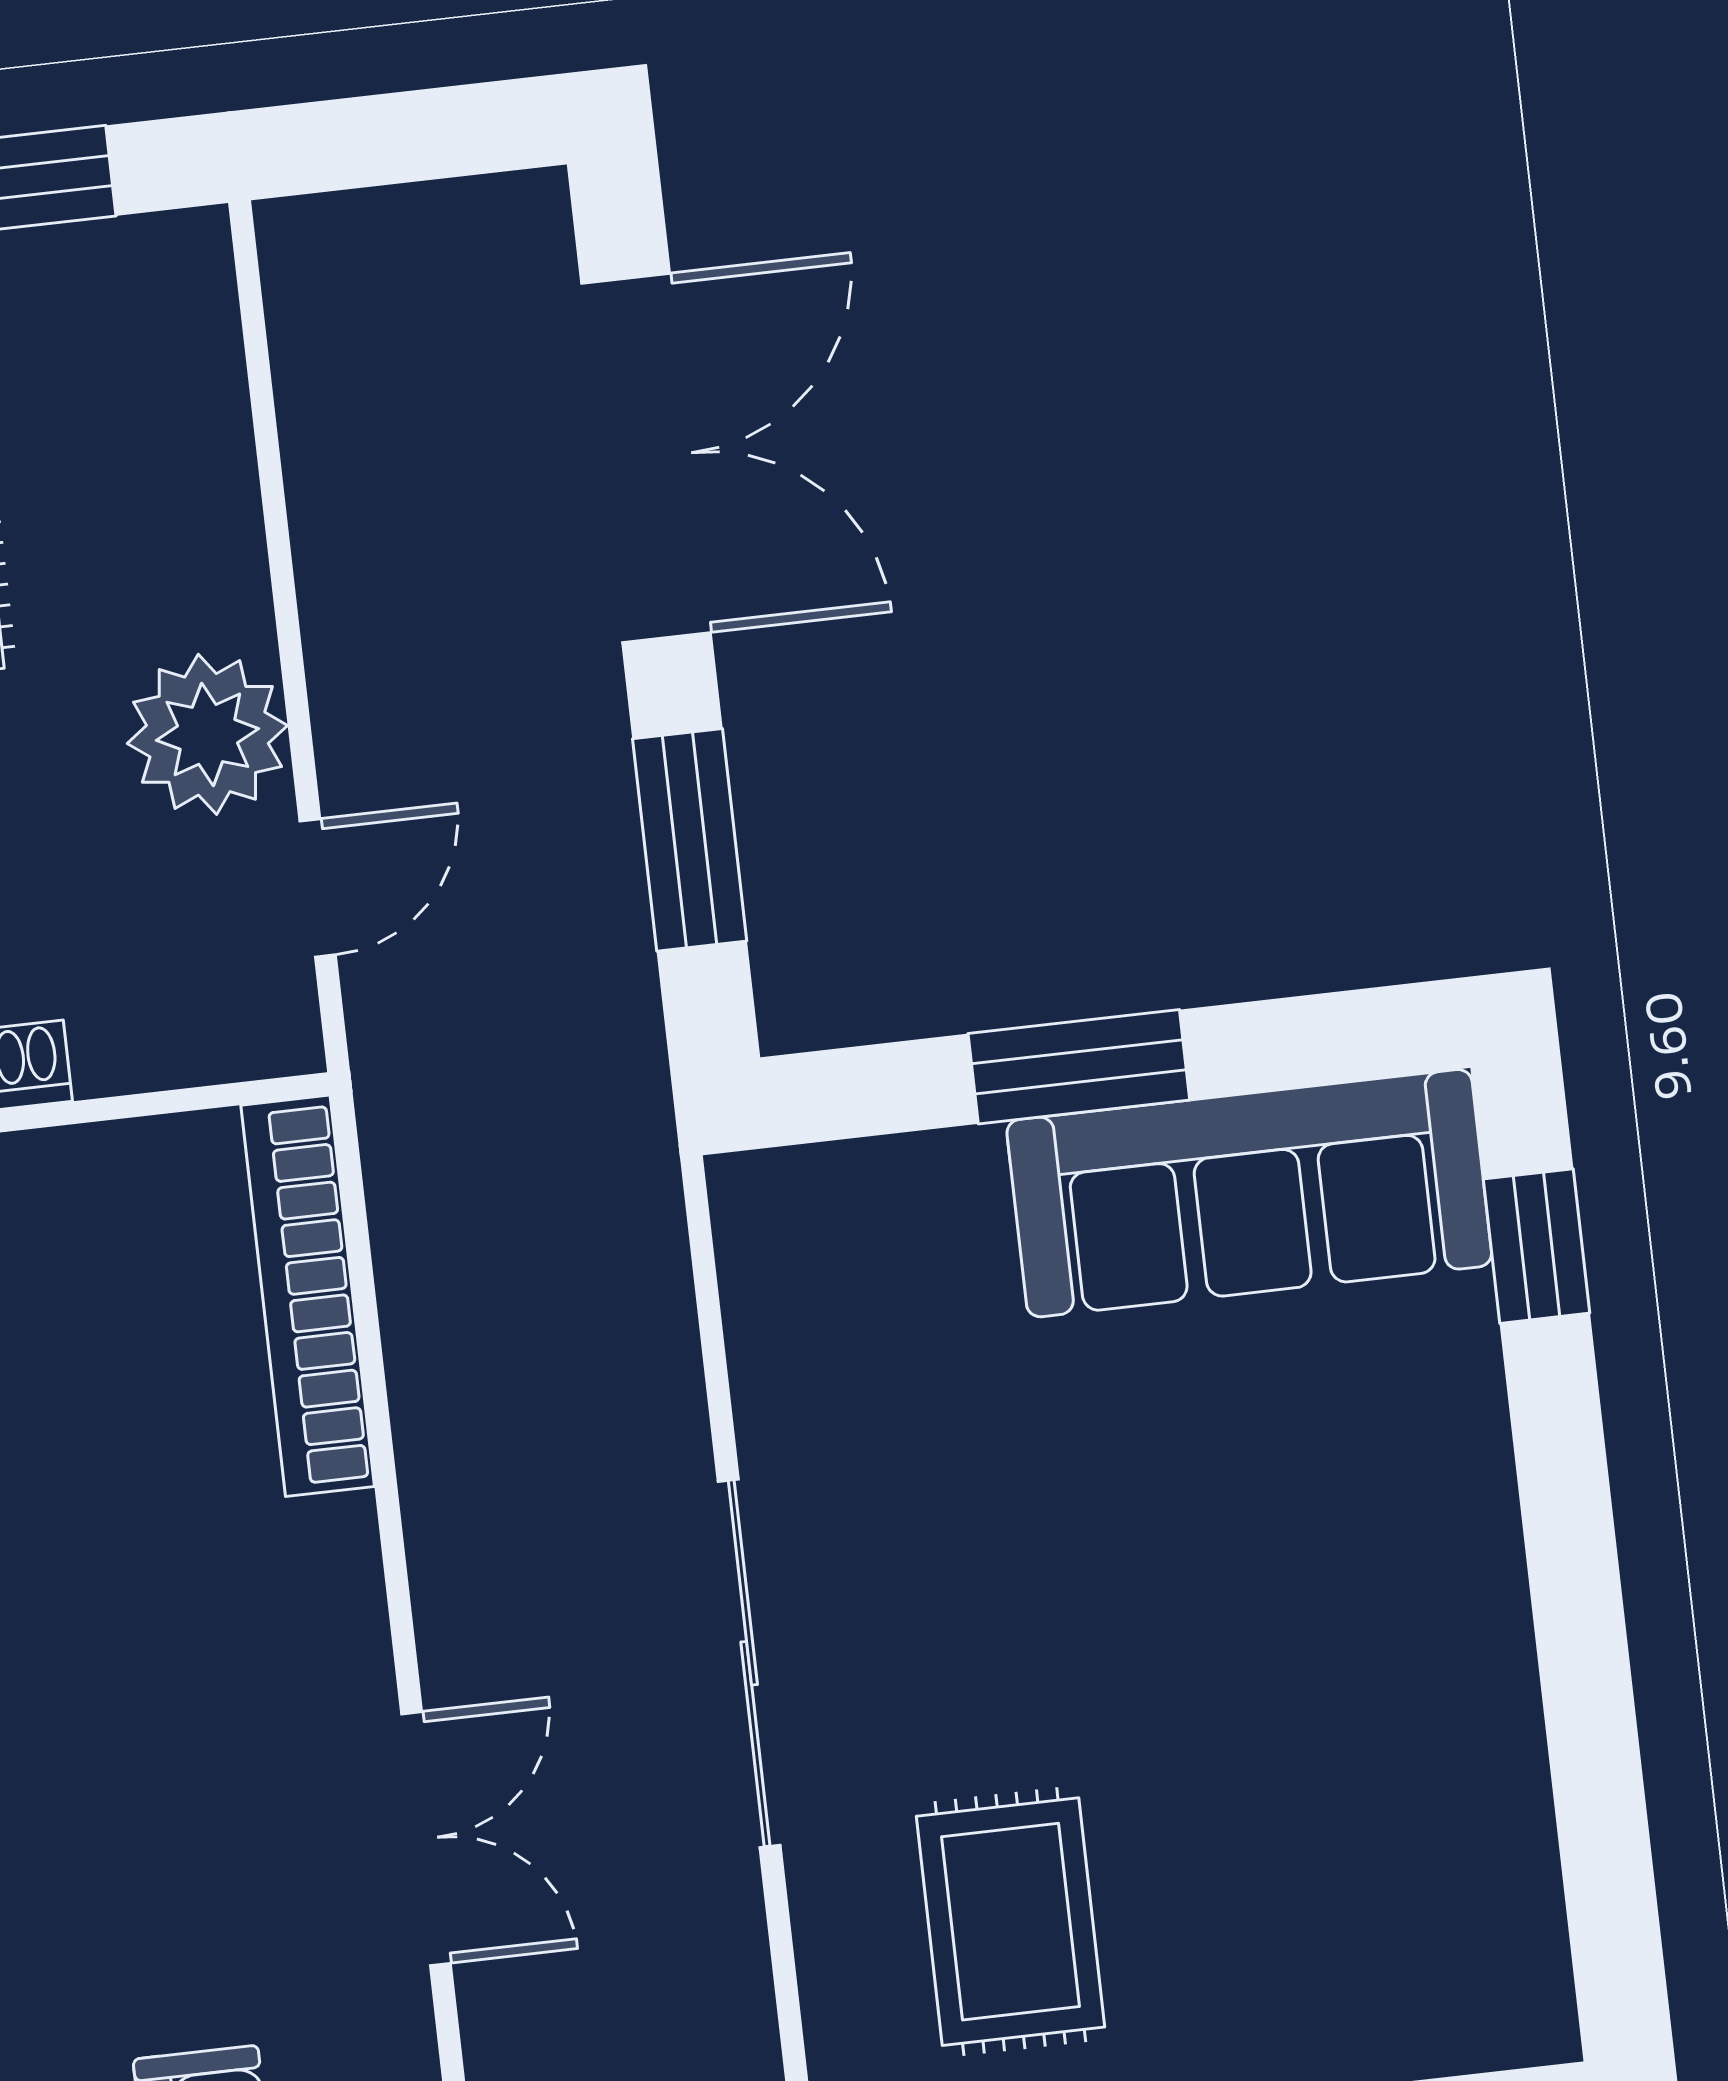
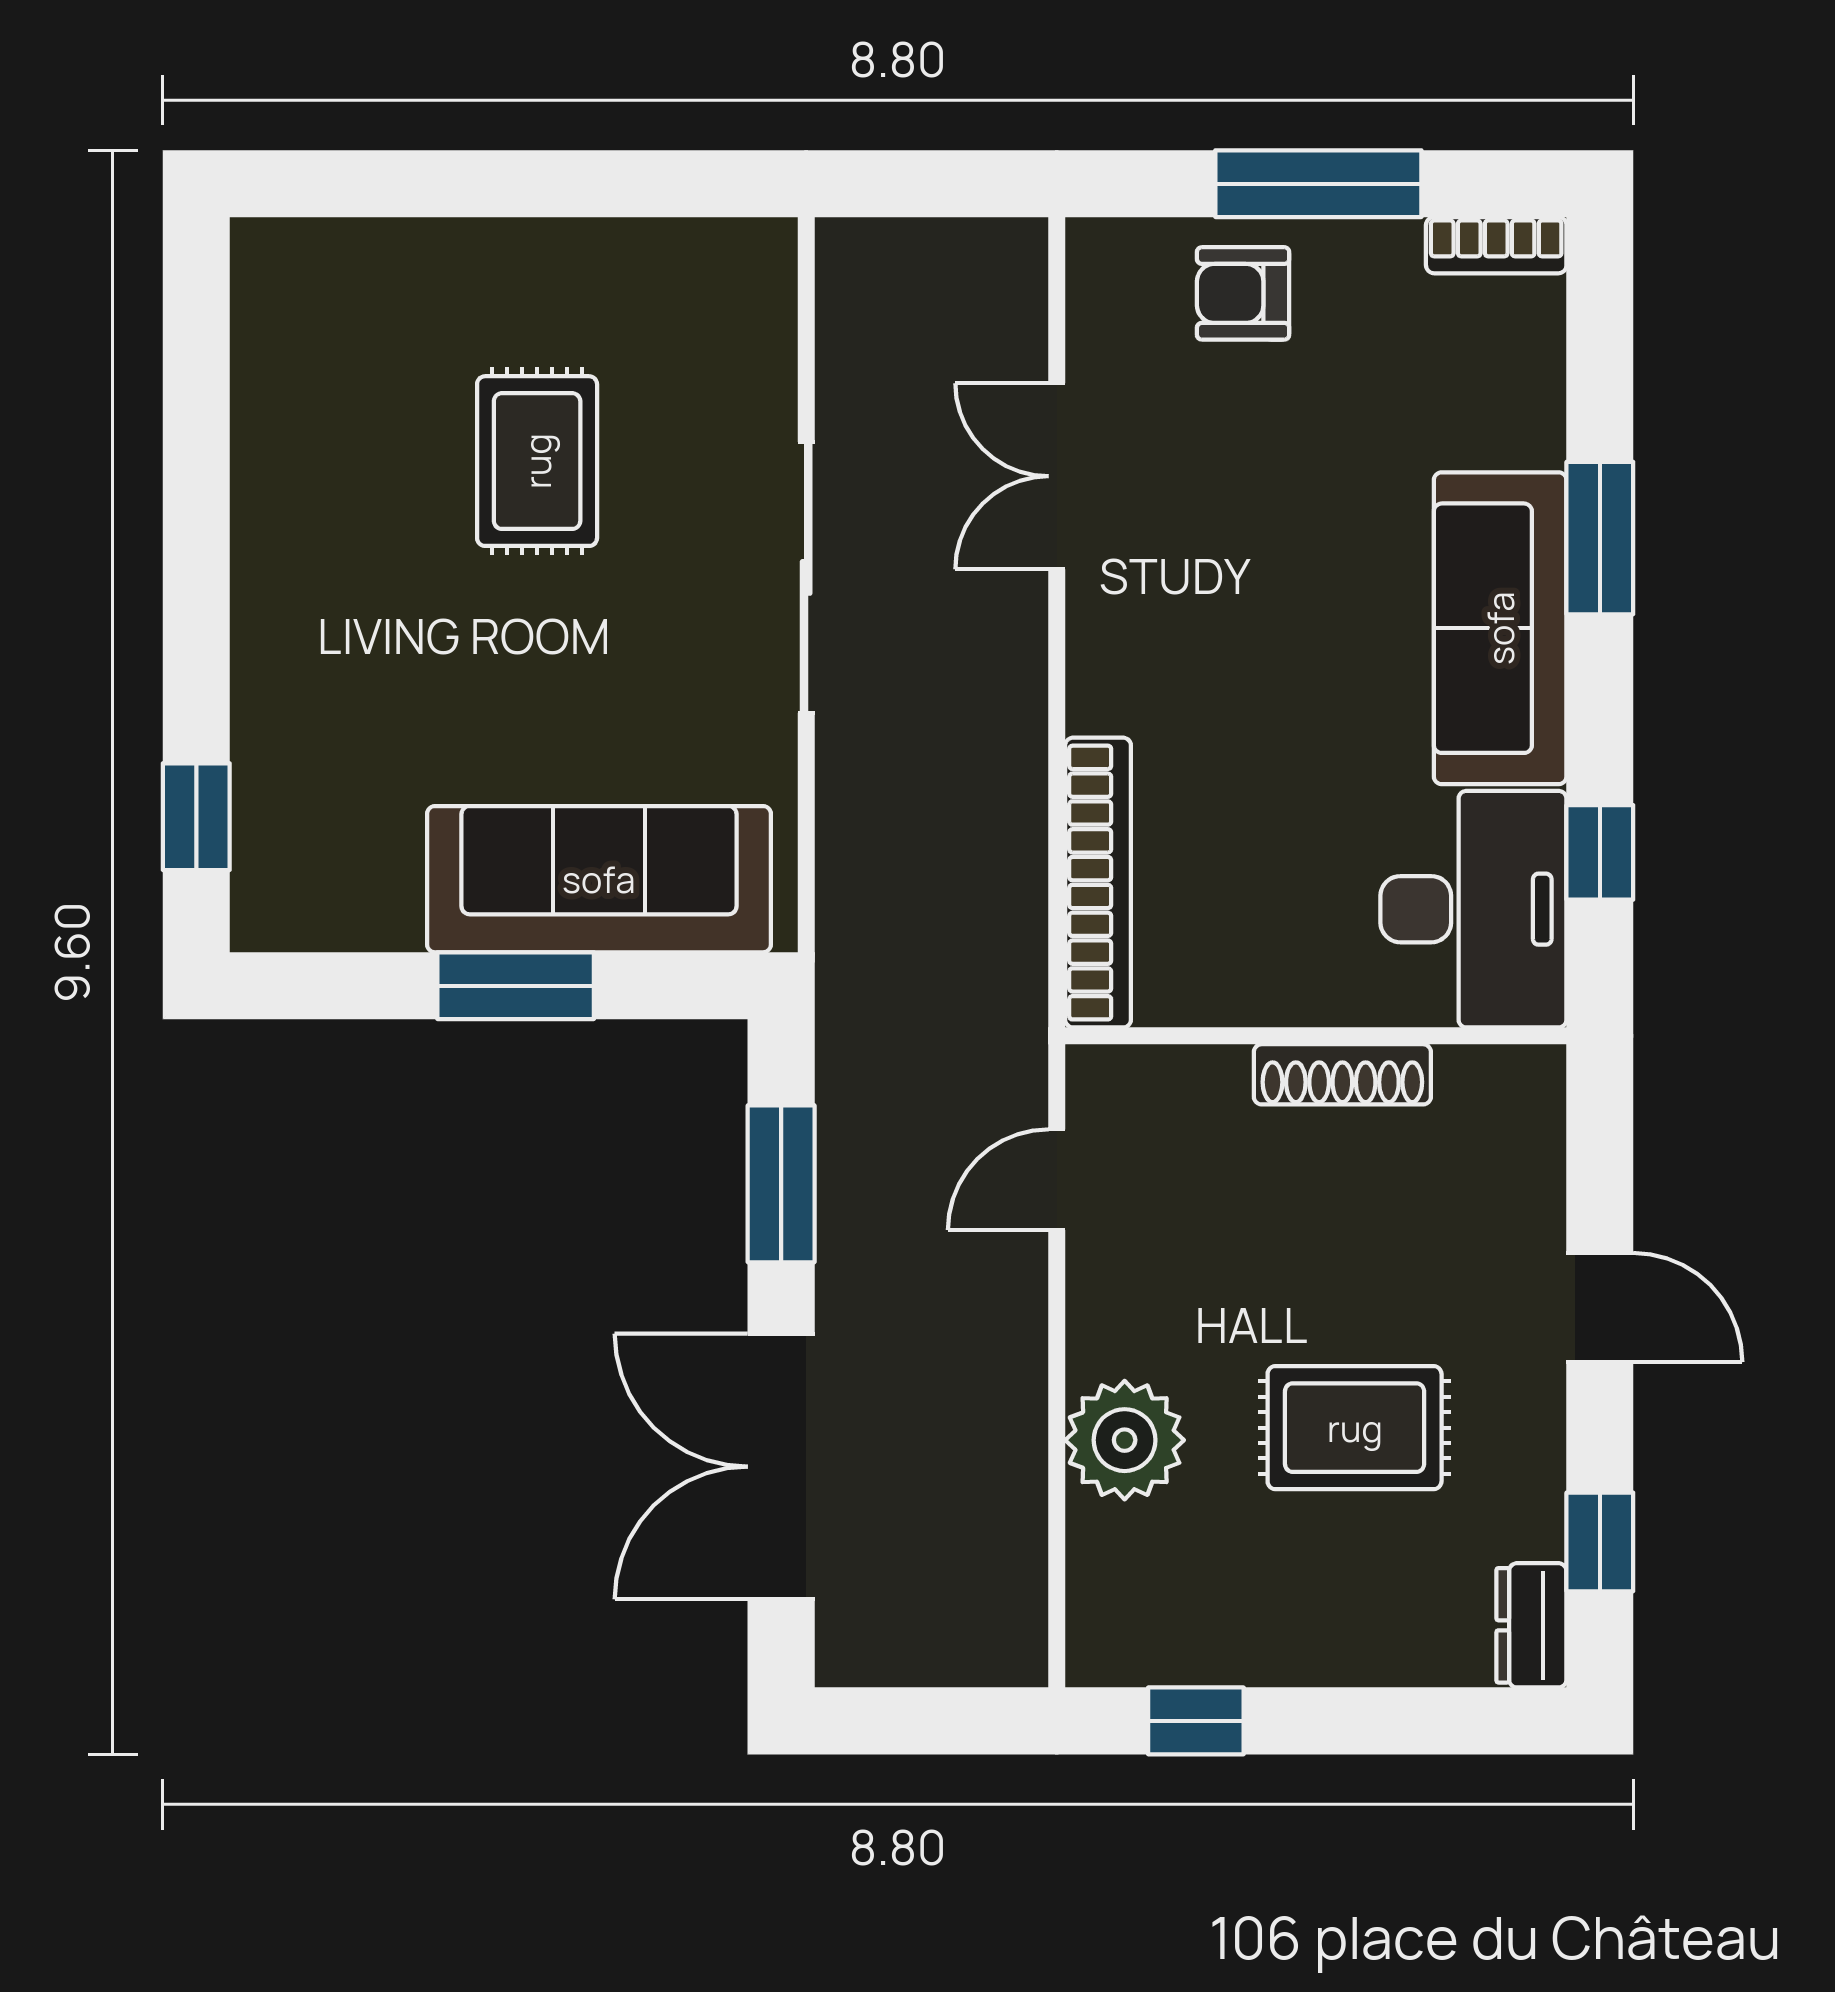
plant: (207, 734) -> (1125, 1440), moved
sofa: (1249, 1193) -> (599, 879), moved
rug: (1010, 1922) -> (537, 461), moved

